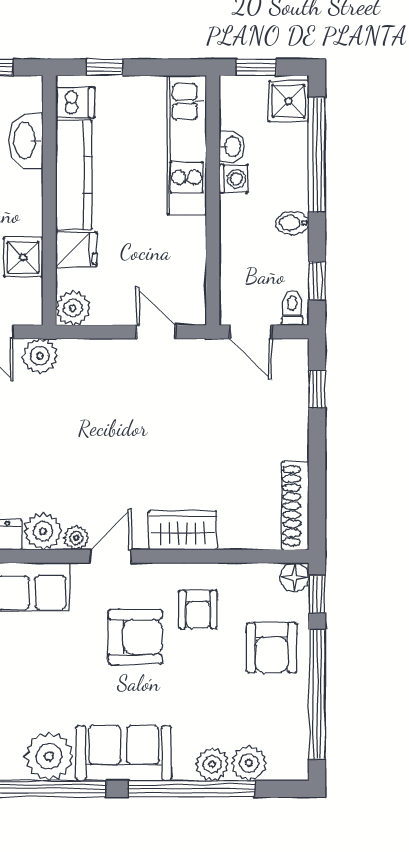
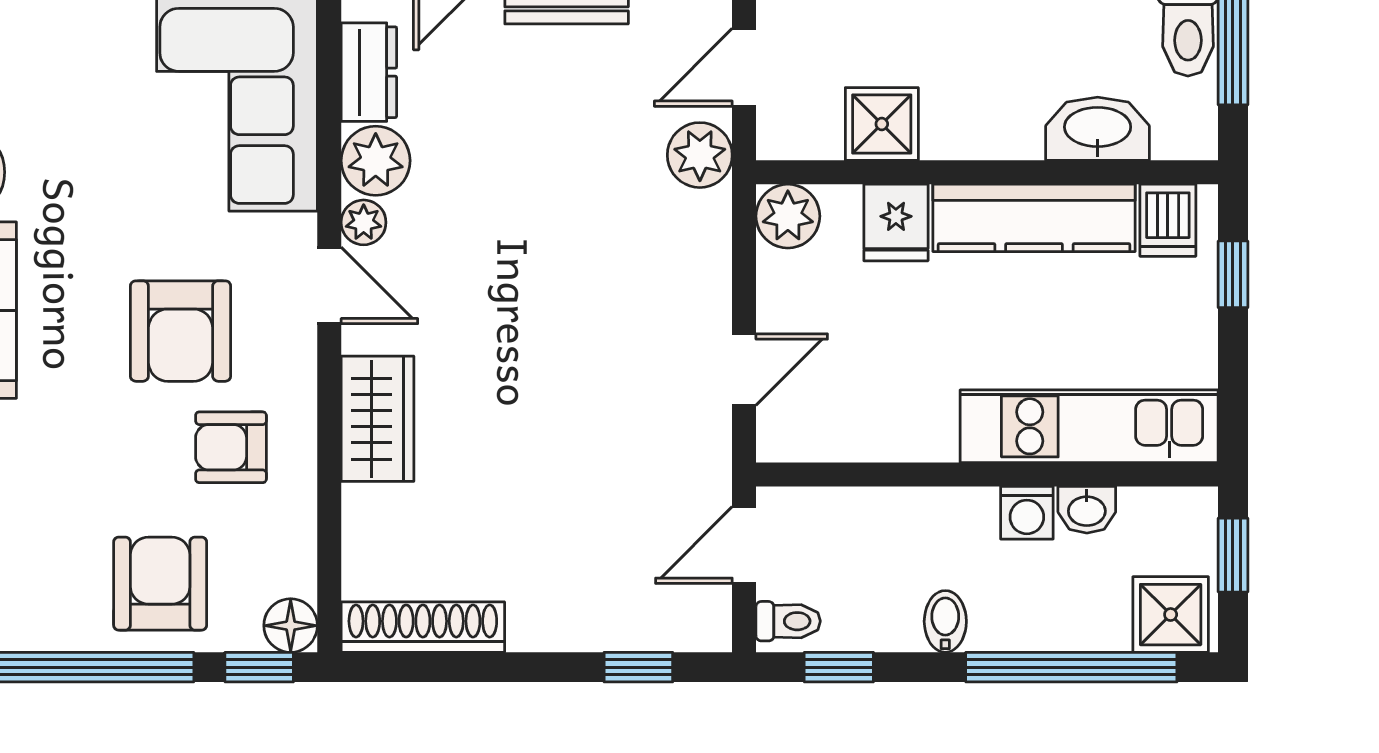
armchair: (272, 648) -> (160, 584), turned 90

